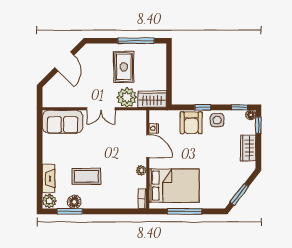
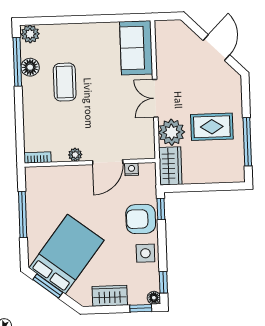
door: (64, 61) -> (216, 48), swing flipped
window: (203, 107) -> (161, 209), moved
fireplace: (48, 179) -> (60, 32), removed
bed: (174, 186) -> (66, 254), moved, turned -142
window: (70, 211) -> (17, 62), width x1.44

